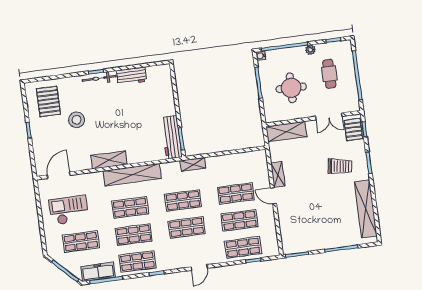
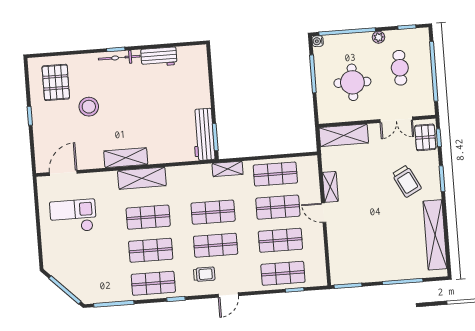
trolley: (340, 166) -> (407, 181), turned 54
shelving: (132, 175) -> (142, 178), width x0.68
shop shelf: (81, 242) -> (275, 174), moved
trolley: (179, 252) -> (204, 274), added
freezer: (98, 272) -> (105, 293), removed

